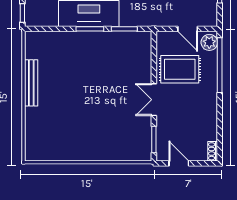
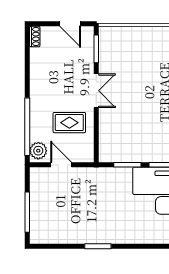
rug: (180, 69) -> (69, 123), width x0.73, depth x0.70

